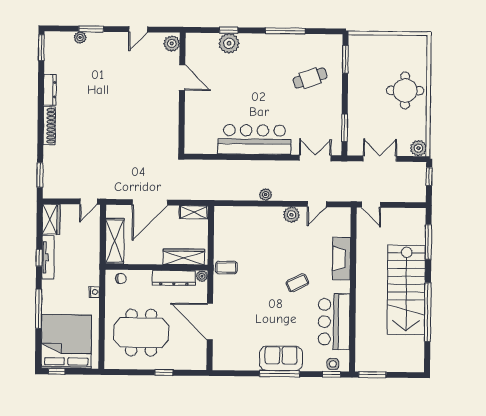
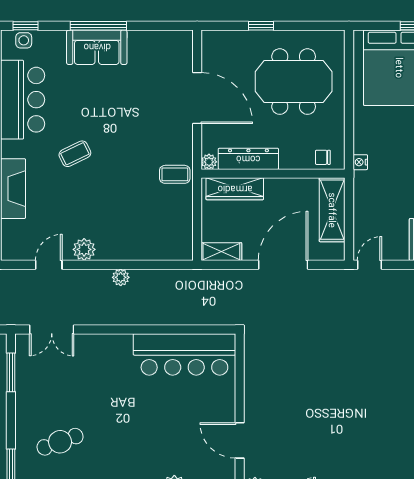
bar counter: (254, 140) -> (184, 354), moved
nightstand: (94, 292) -> (360, 162), moved

